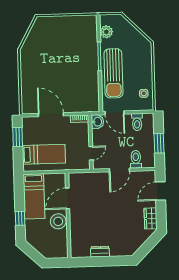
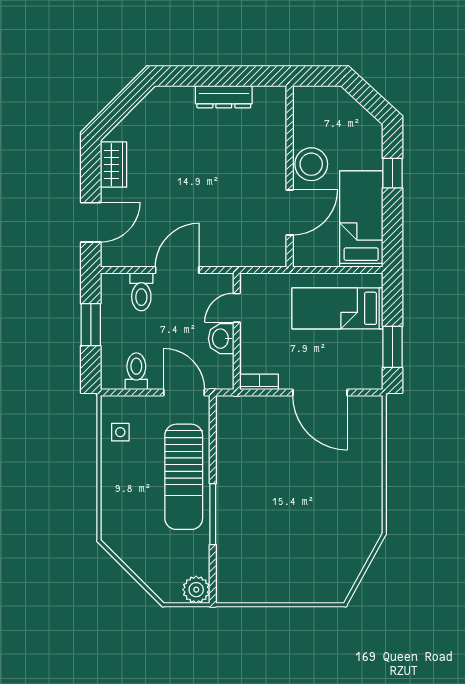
plant: (106, 32) -> (196, 590), moved
sun lounger: (113, 73) -> (184, 477), turned 180
washbasin: (97, 122) -> (221, 339), moved
dresser: (100, 252) -> (224, 97), width x1.44

